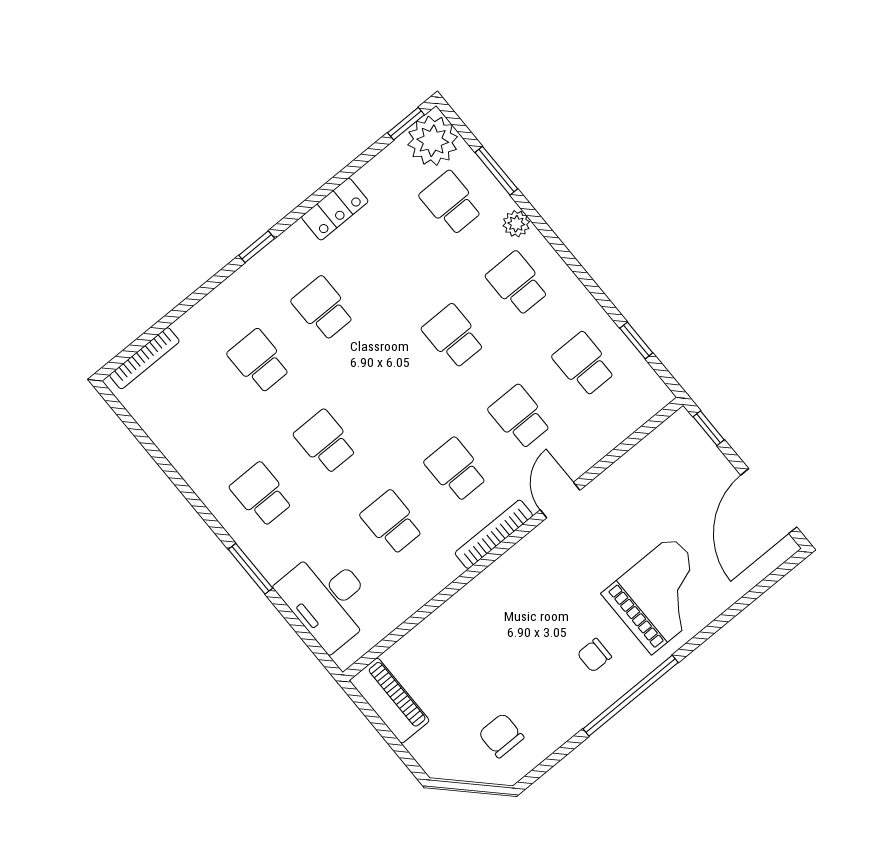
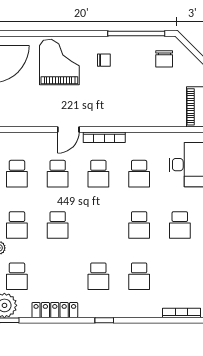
locker: (335, 209) -> (55, 310), width x1.53
grand piano: (662, 595) -> (59, 62), turned 90
window: (631, 696) -> (136, 34), moved

